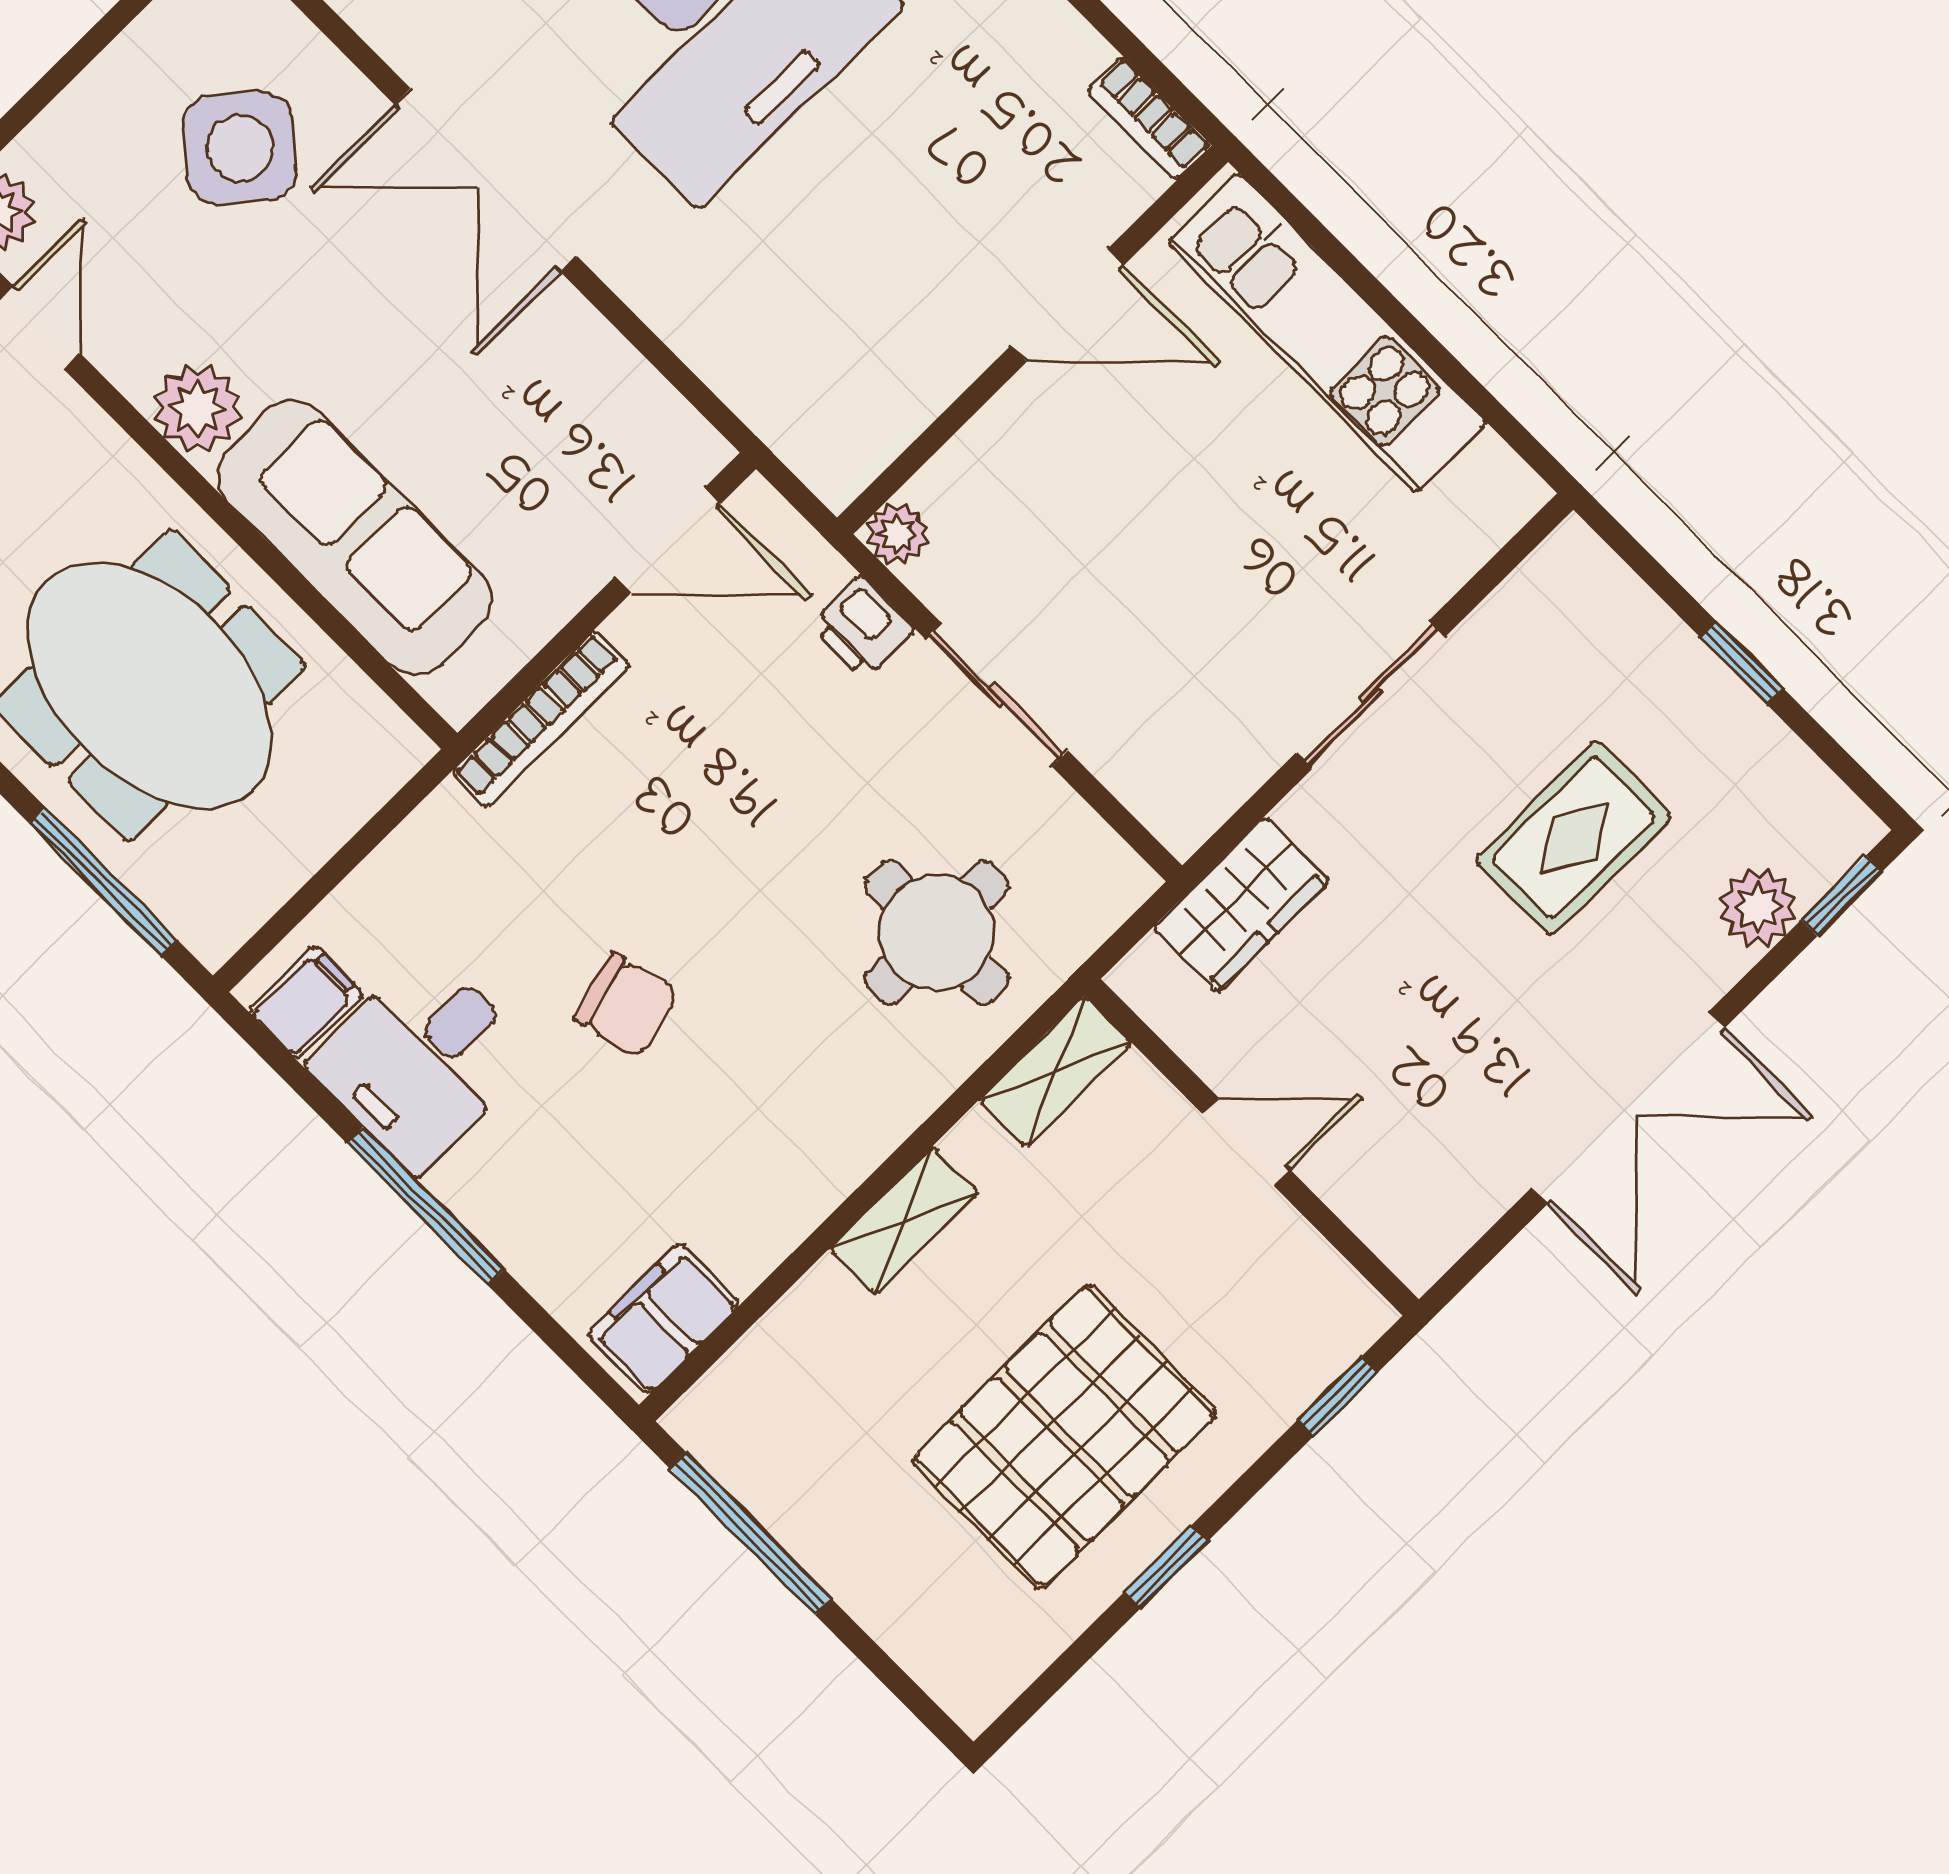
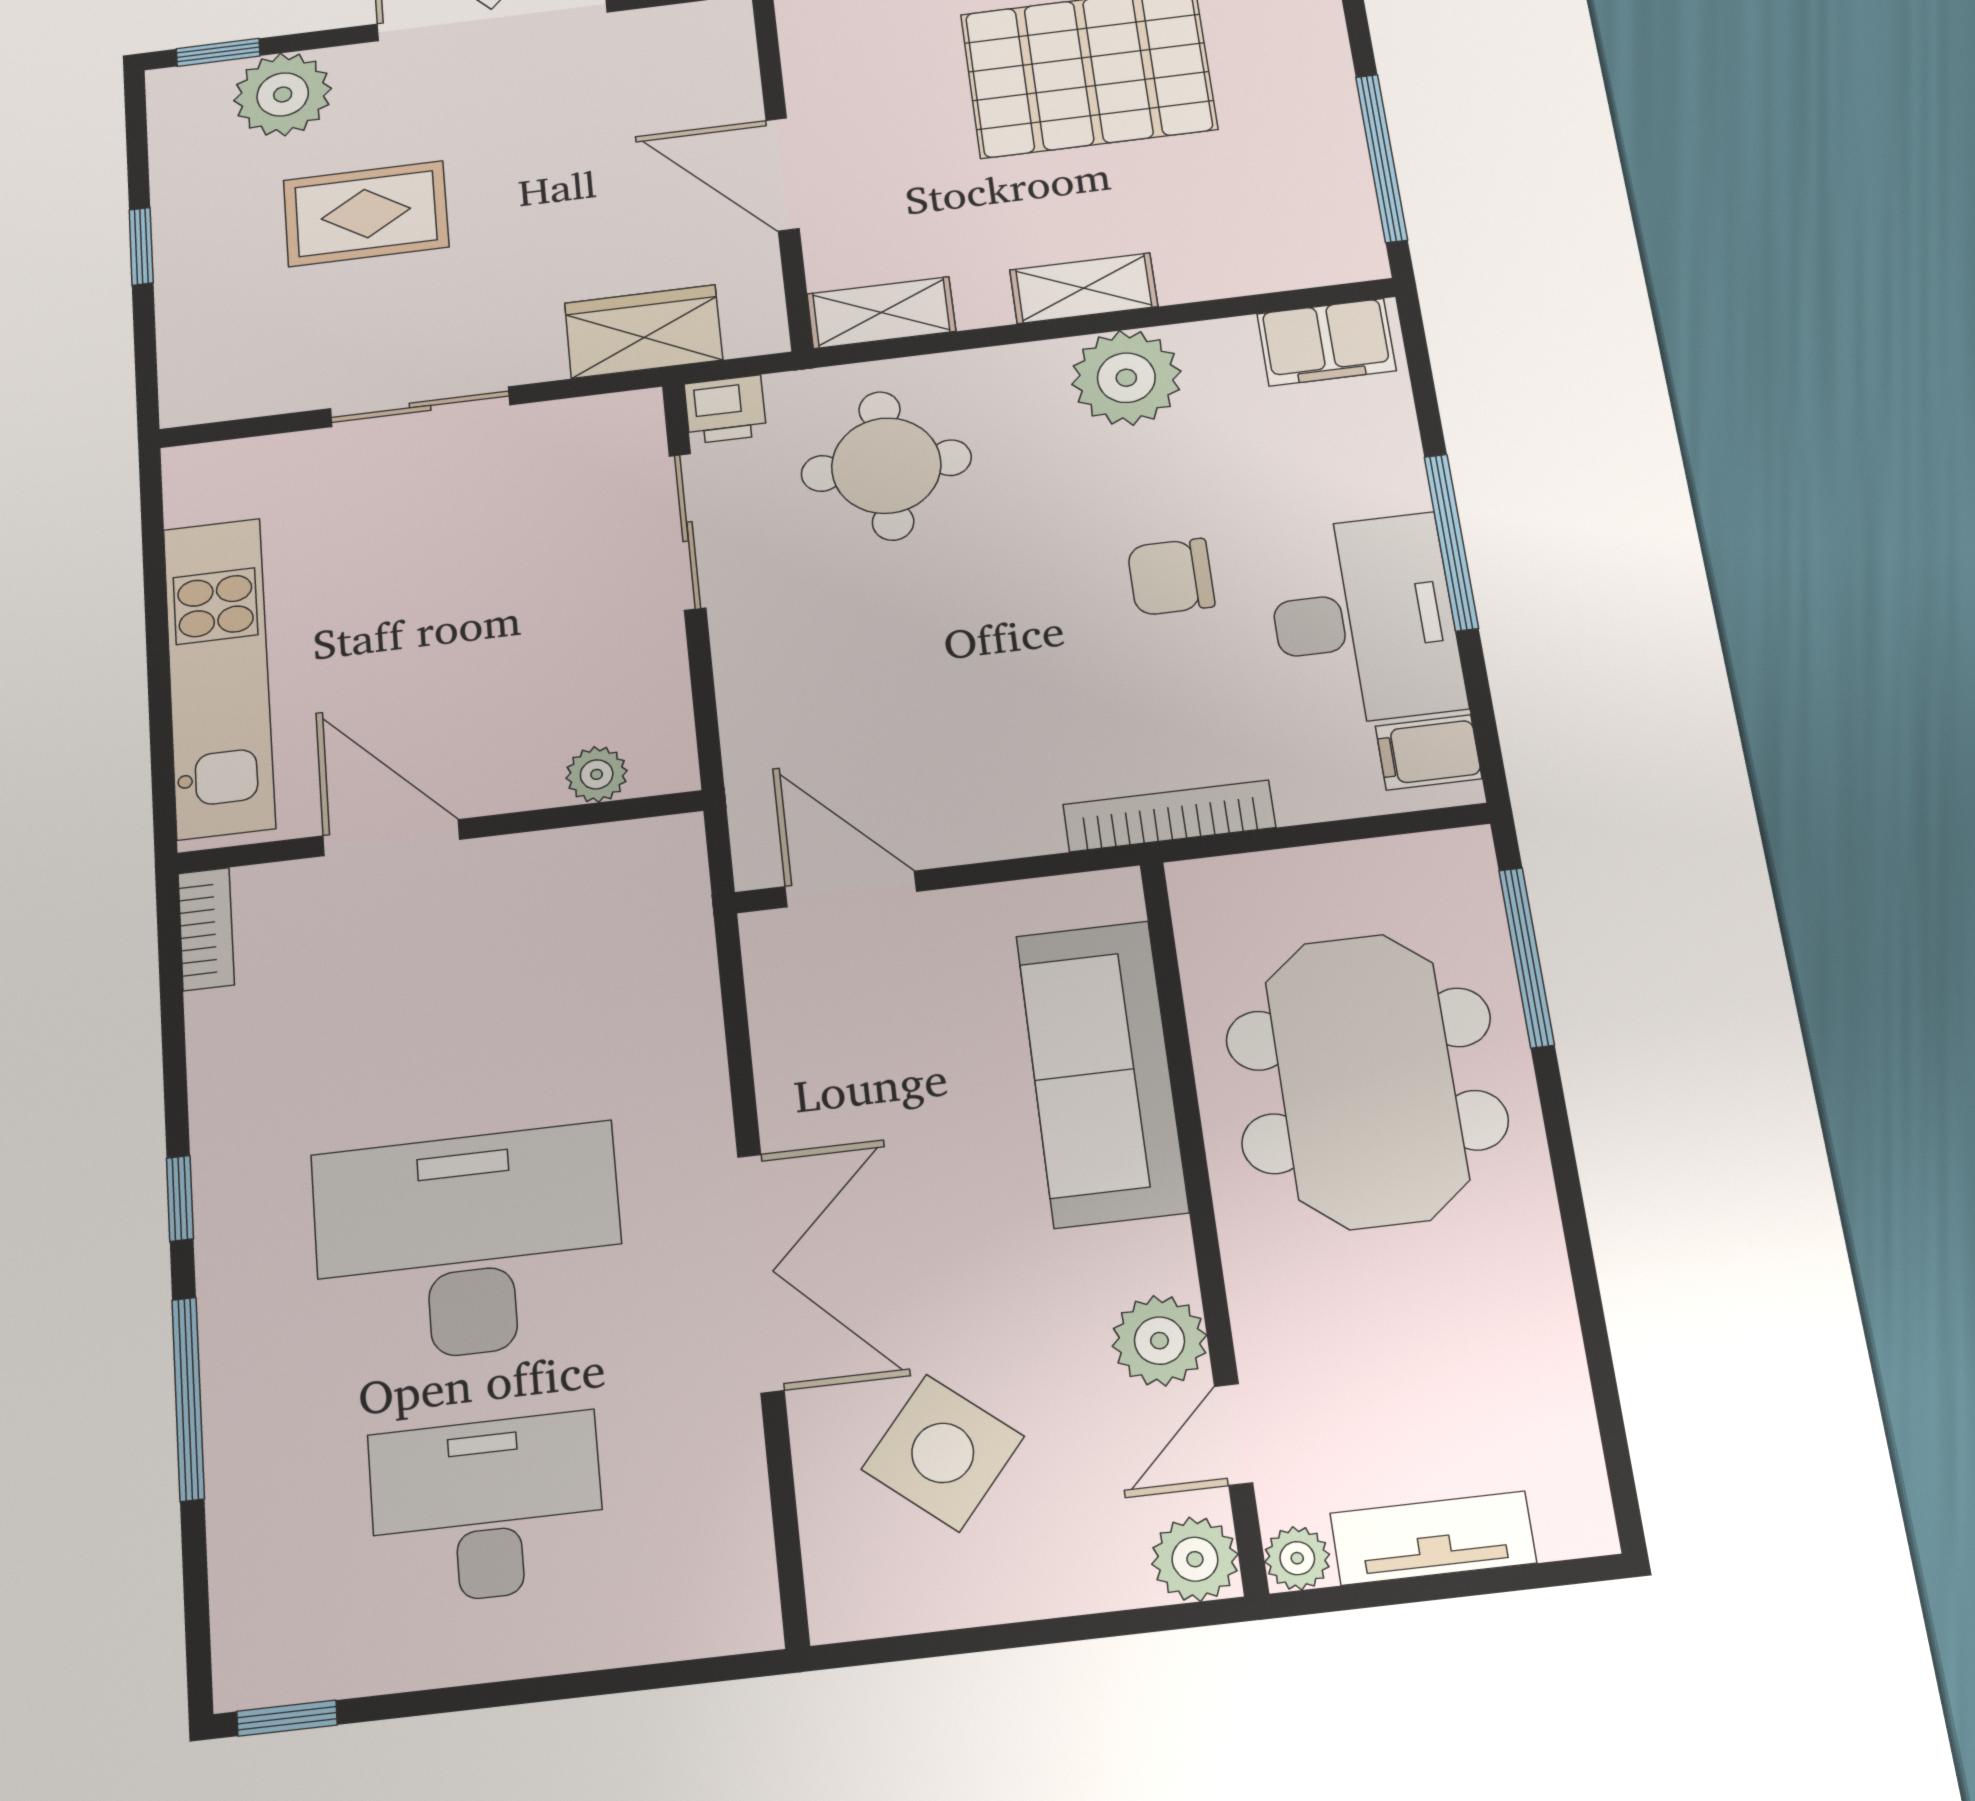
plant: (198, 408) -> (1159, 1341), moved
plant: (897, 534) -> (597, 774), moved
printer: (863, 628) -> (725, 410), moved, turned 90
sliding door: (996, 695) -> (688, 532), moved
bookcase: (541, 719) -> (1169, 816), moved
plant: (1758, 908) -> (283, 94), width x1.36, depth x1.36
chair: (626, 1005) -> (1171, 577), turned -76
desk: (422, 1061) -> (1364, 620), width x1.37
door: (1246, 1142) -> (782, 174), width x1.38
plant: (803, 1162) -> (1126, 378), added

